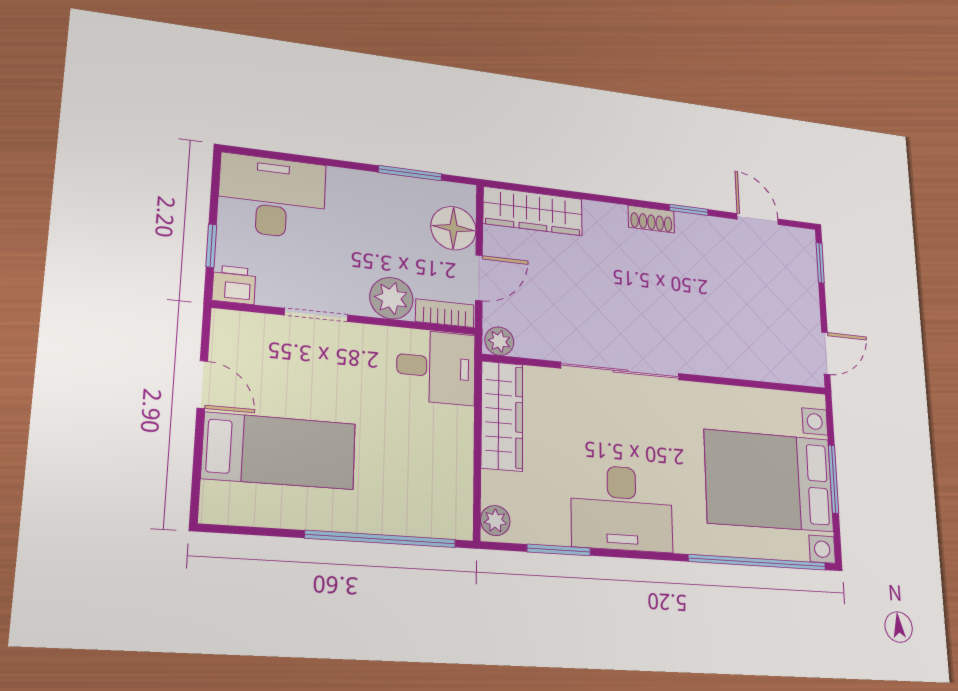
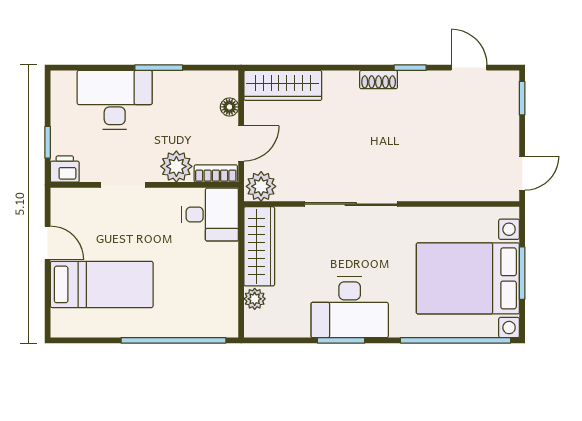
window: (410, 173) -> (159, 68), moved
desk: (272, 197) -> (115, 100), moved
floor lamp: (453, 228) -> (229, 107), width x0.53, depth x0.53
plant: (499, 341) -> (261, 186), width x1.38, depth x1.38
plant: (495, 521) -> (255, 299), moved
window: (559, 550) -> (341, 340), moved

